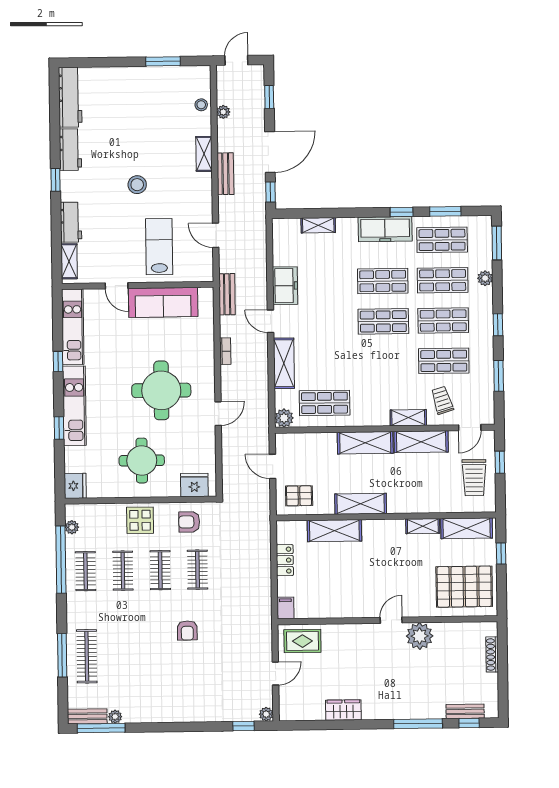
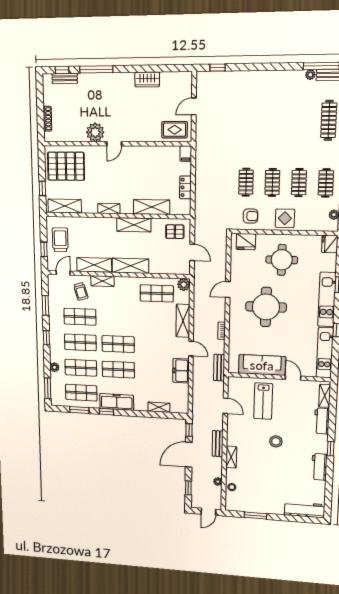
workbench: (70, 97) -> (304, 510), moved, turned 90
shelving: (423, 526) -> (109, 209), moved
armchair: (187, 630) -> (255, 138), removed
plant: (266, 714) -> (201, 76), removed

